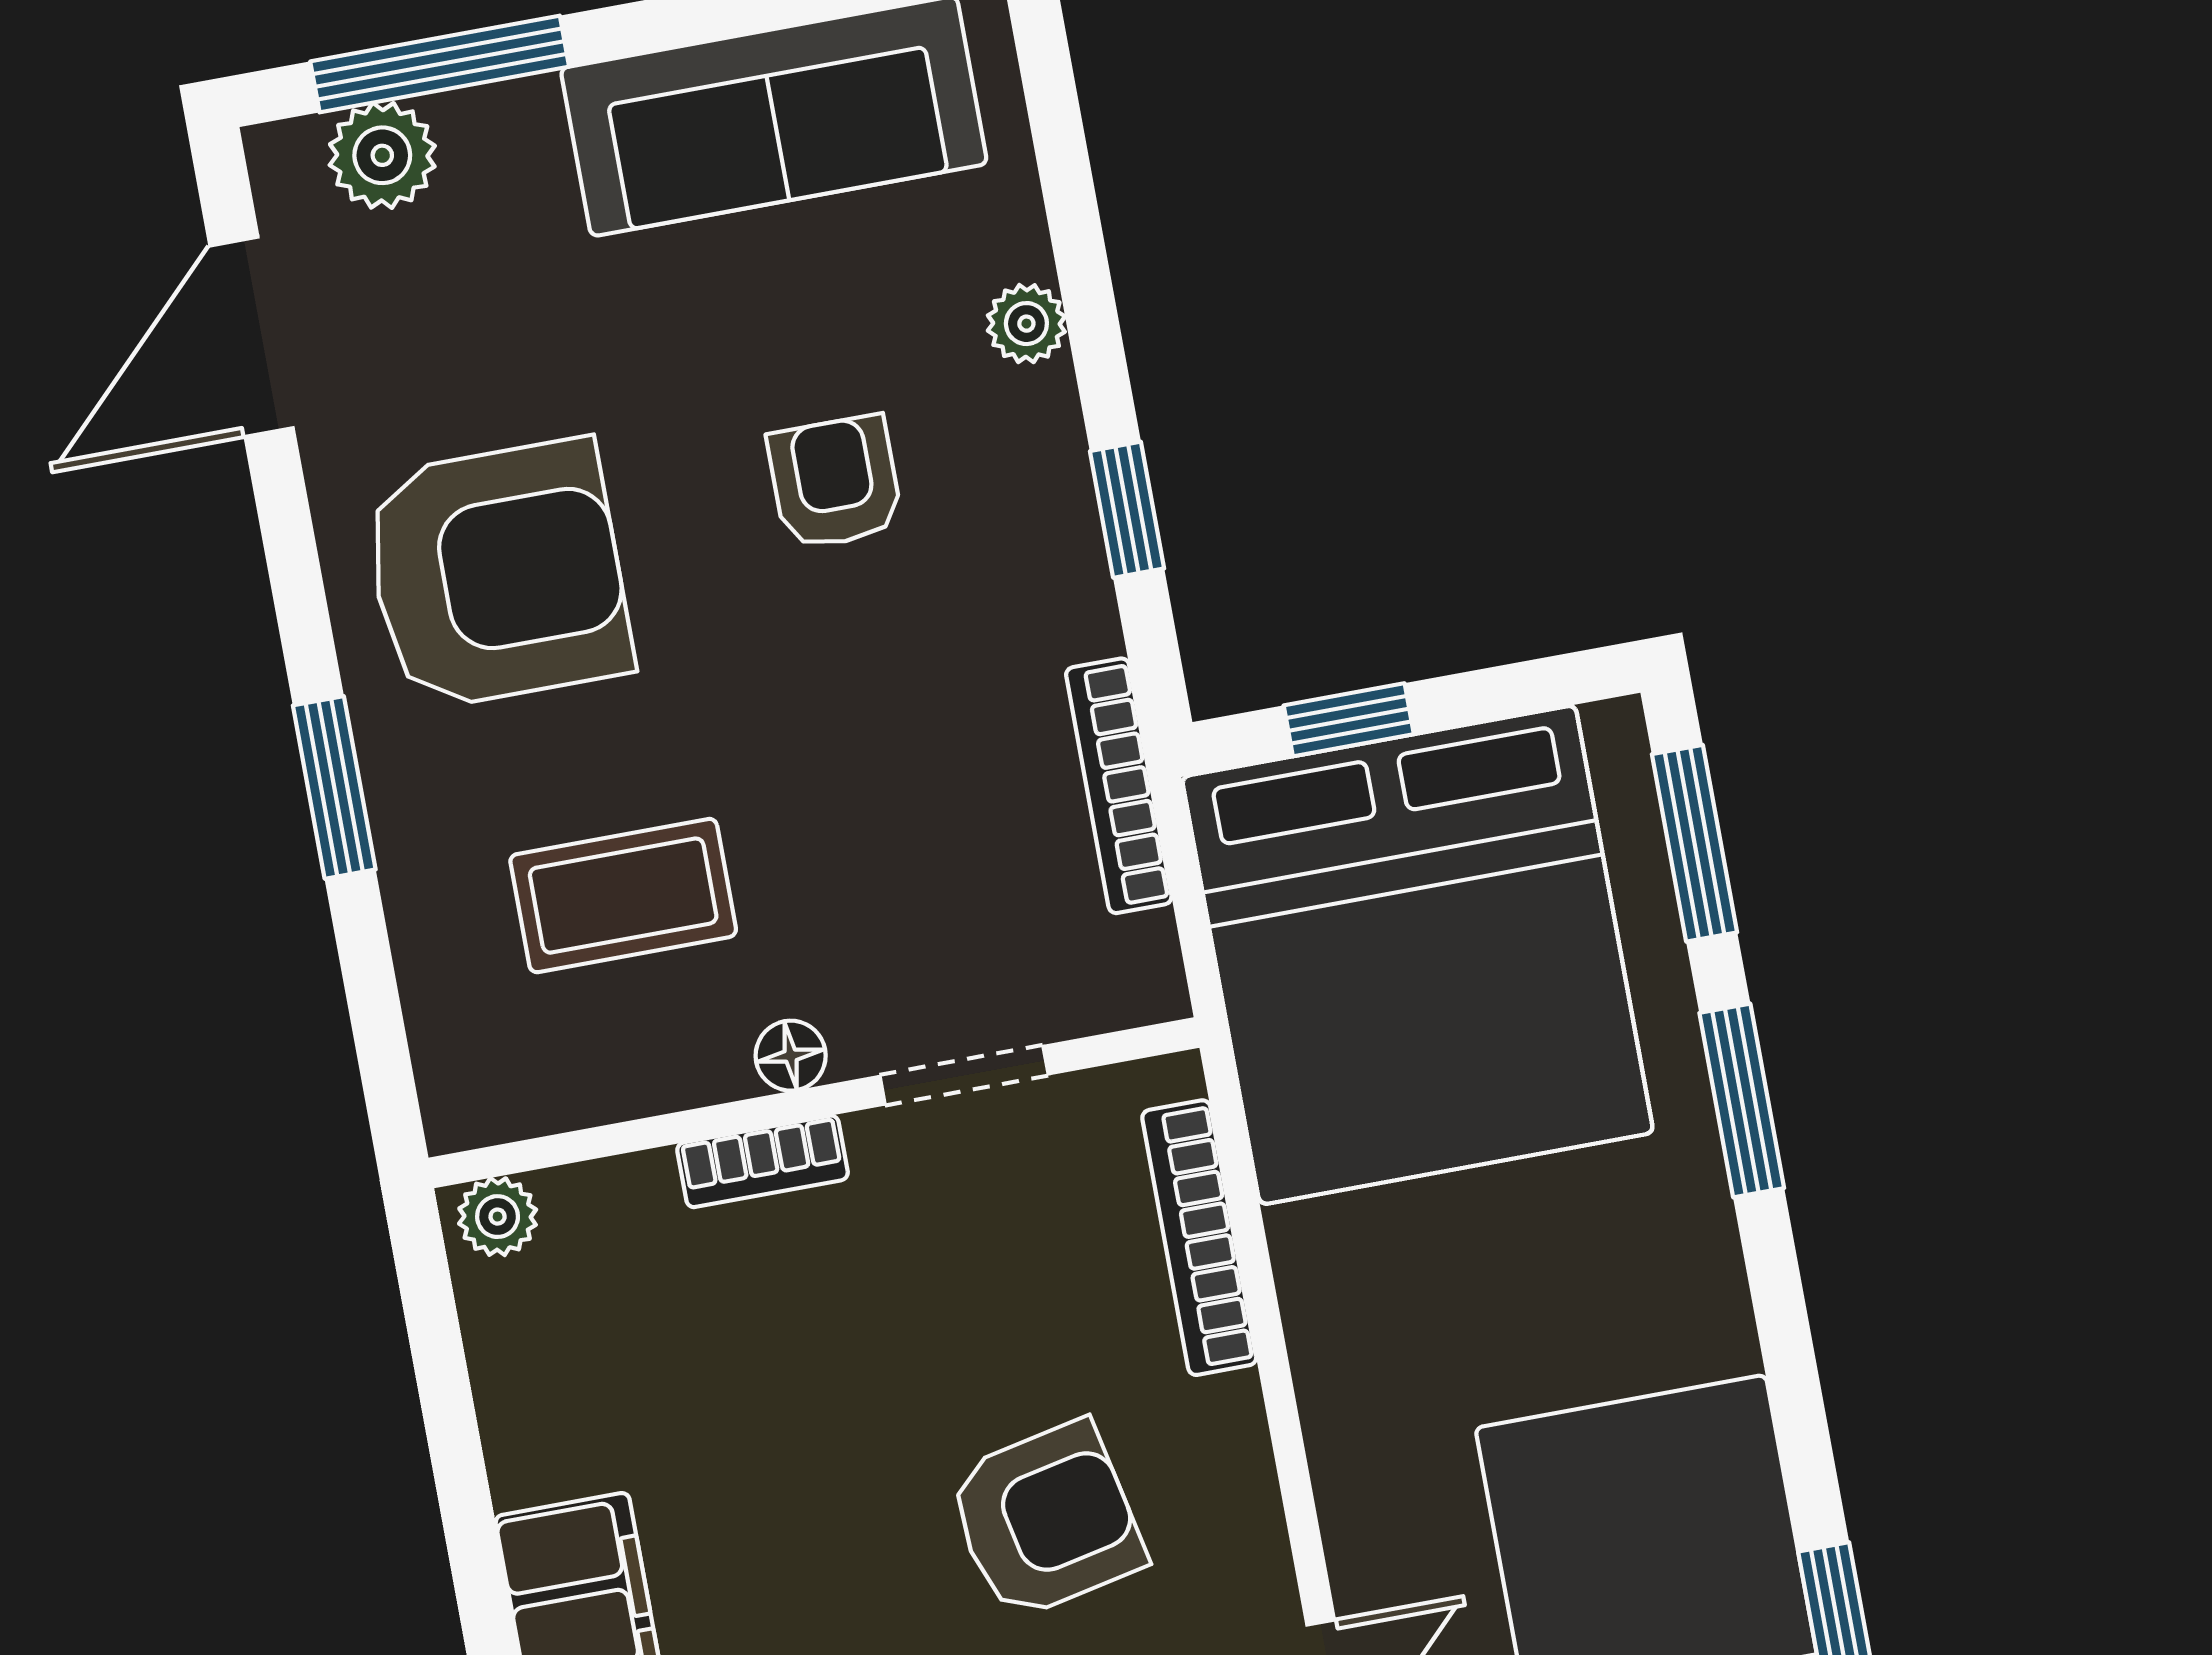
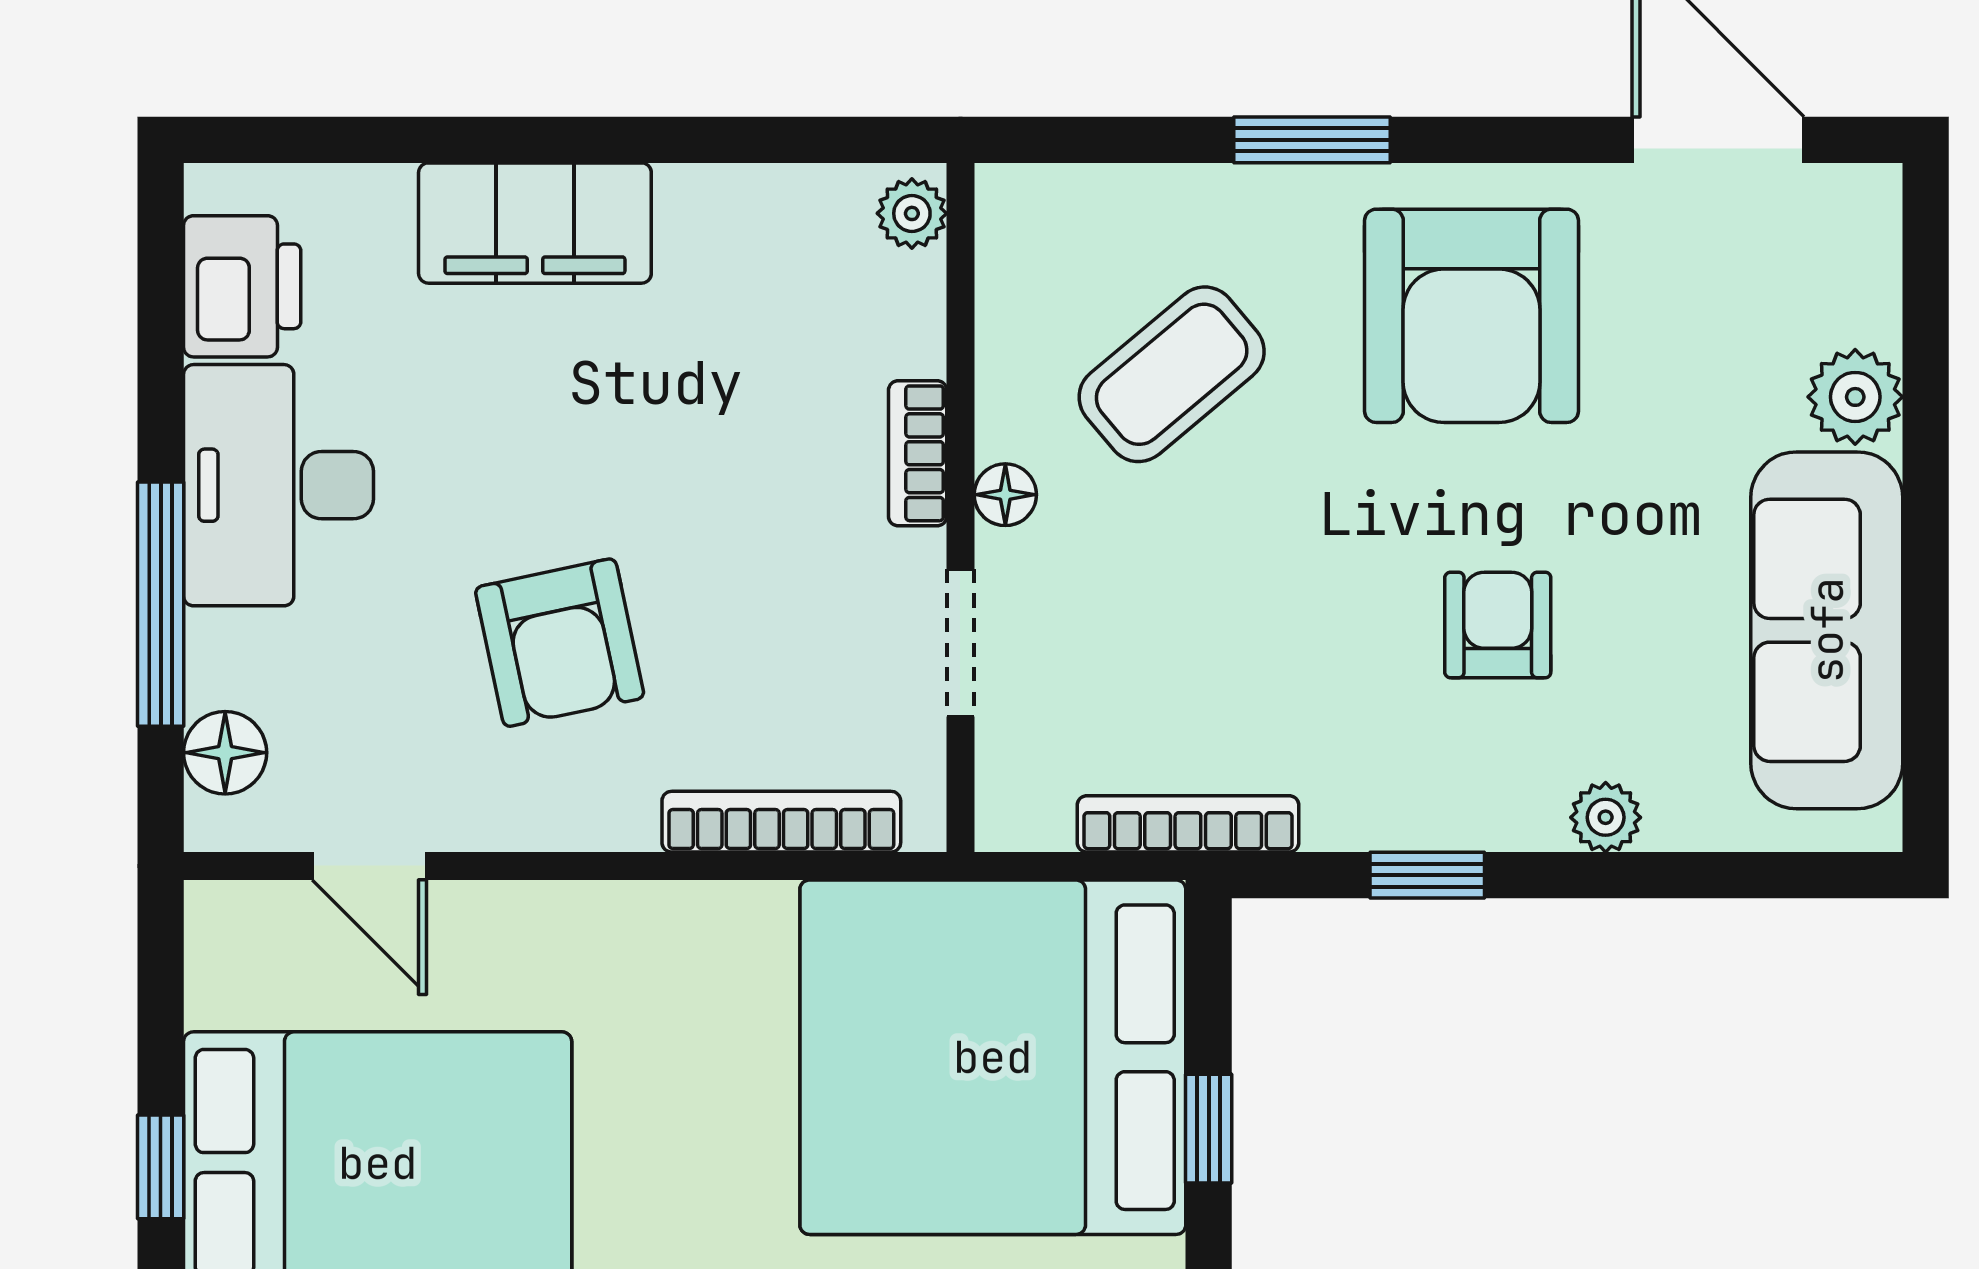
window: (440, 64) -> (1926, 347), removed
plant: (382, 155) -> (1855, 397), moved
armchair: (835, 482) -> (1498, 625), turned -90
window: (1349, 720) -> (1209, 1129), moved
coffee table: (623, 896) -> (1172, 374), turned 50

